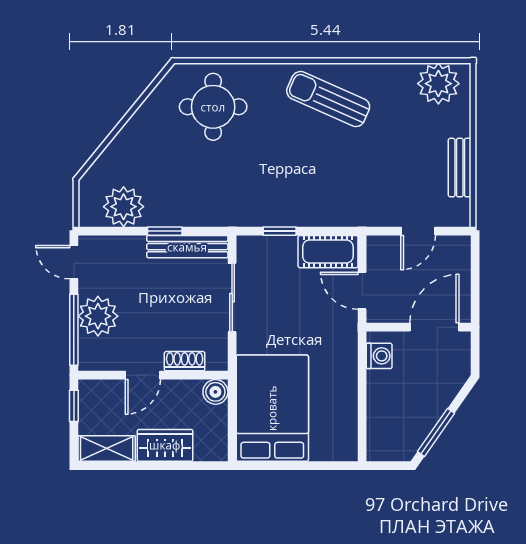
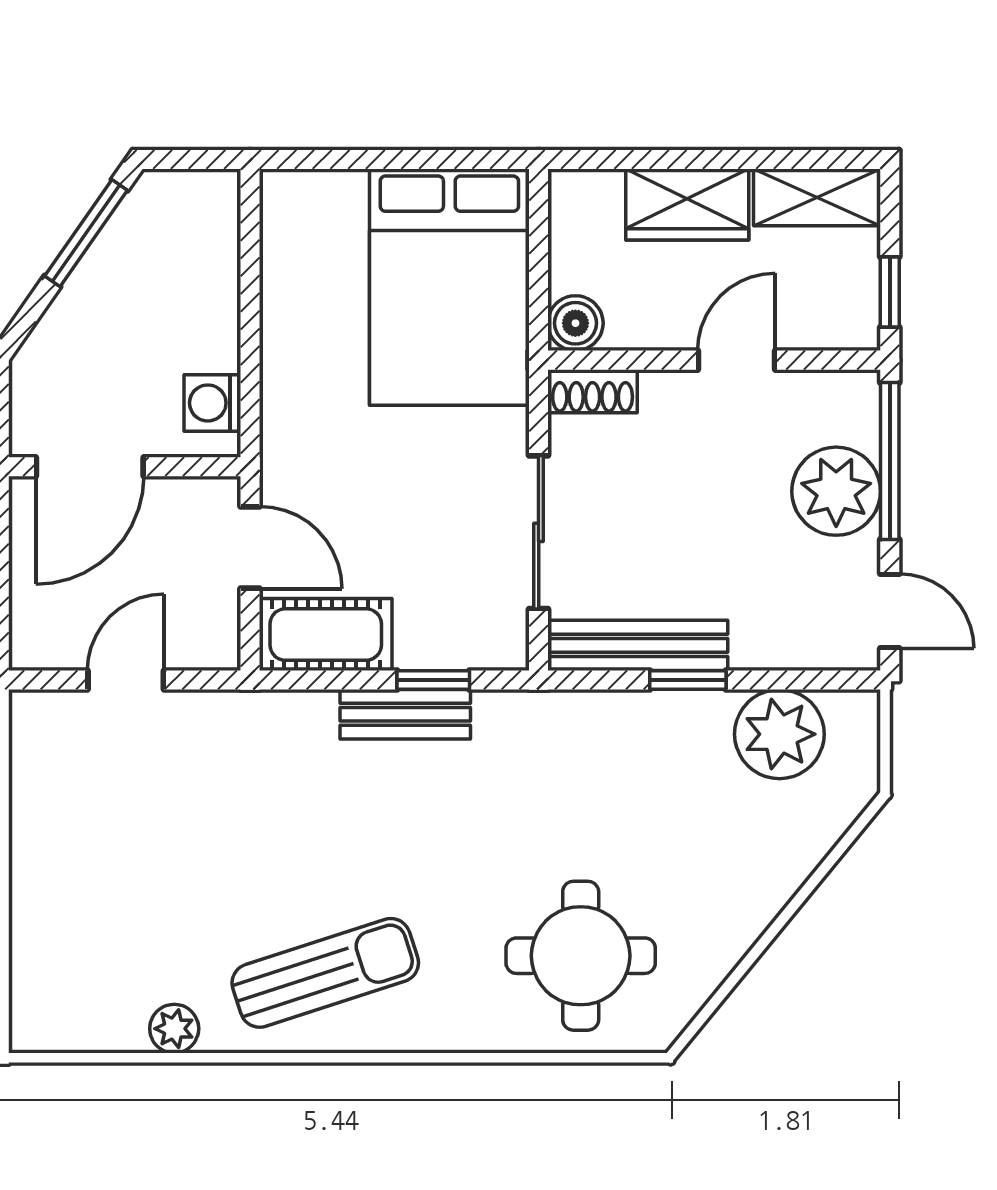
plant: (438, 84) -> (174, 1029), moved, width x0.53, depth x0.53
sun lounger: (328, 99) -> (325, 973), turned -42
bench: (460, 168) -> (405, 714), moved, turned 90
shoe rack: (185, 361) -> (593, 391), moved

